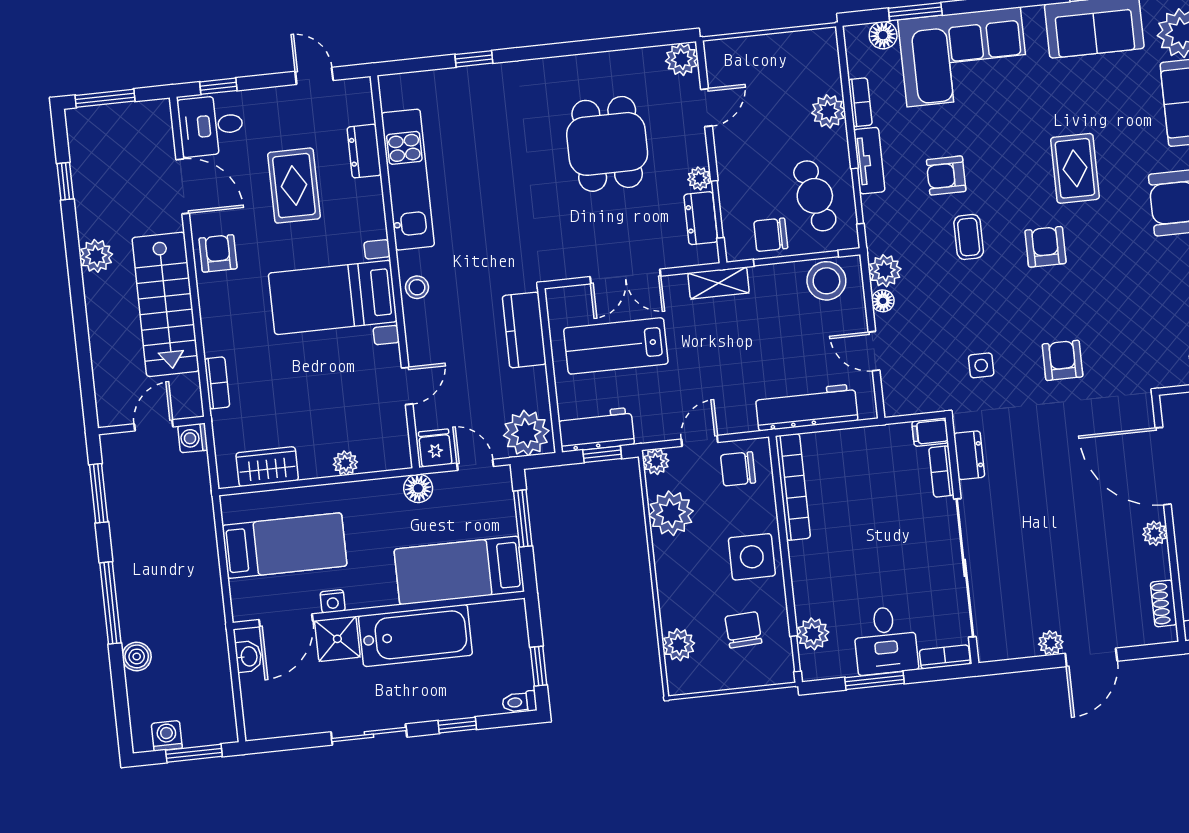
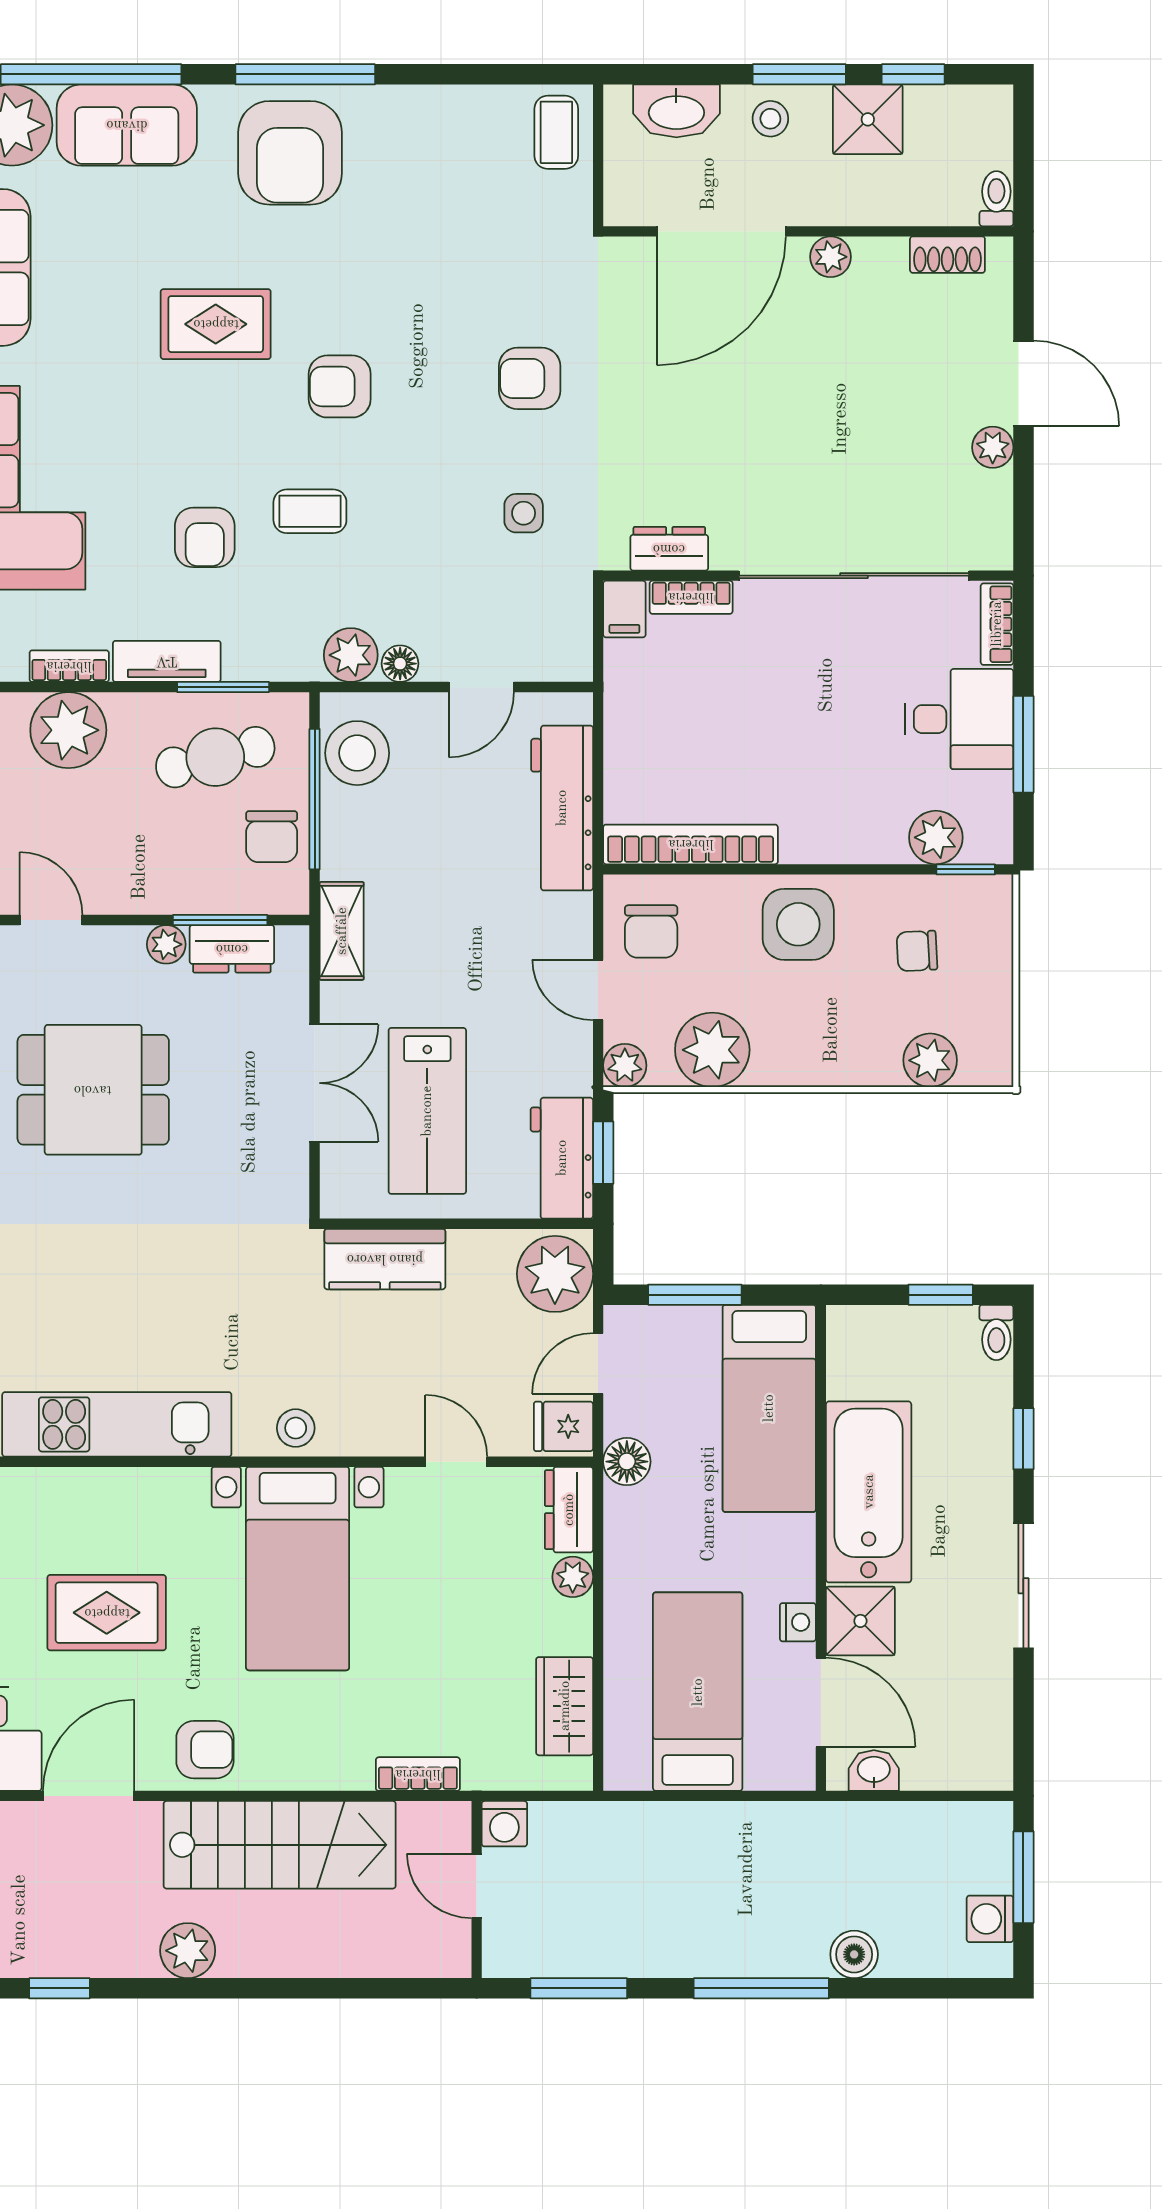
plant: (828, 111) -> (68, 730), width x1.36, depth x1.36
dresser: (364, 151) -> (569, 1510), moved, turned 90
armchair: (218, 253) -> (205, 1750), turned 180
chair: (743, 630) -> (917, 951), width x0.73, depth x0.73

